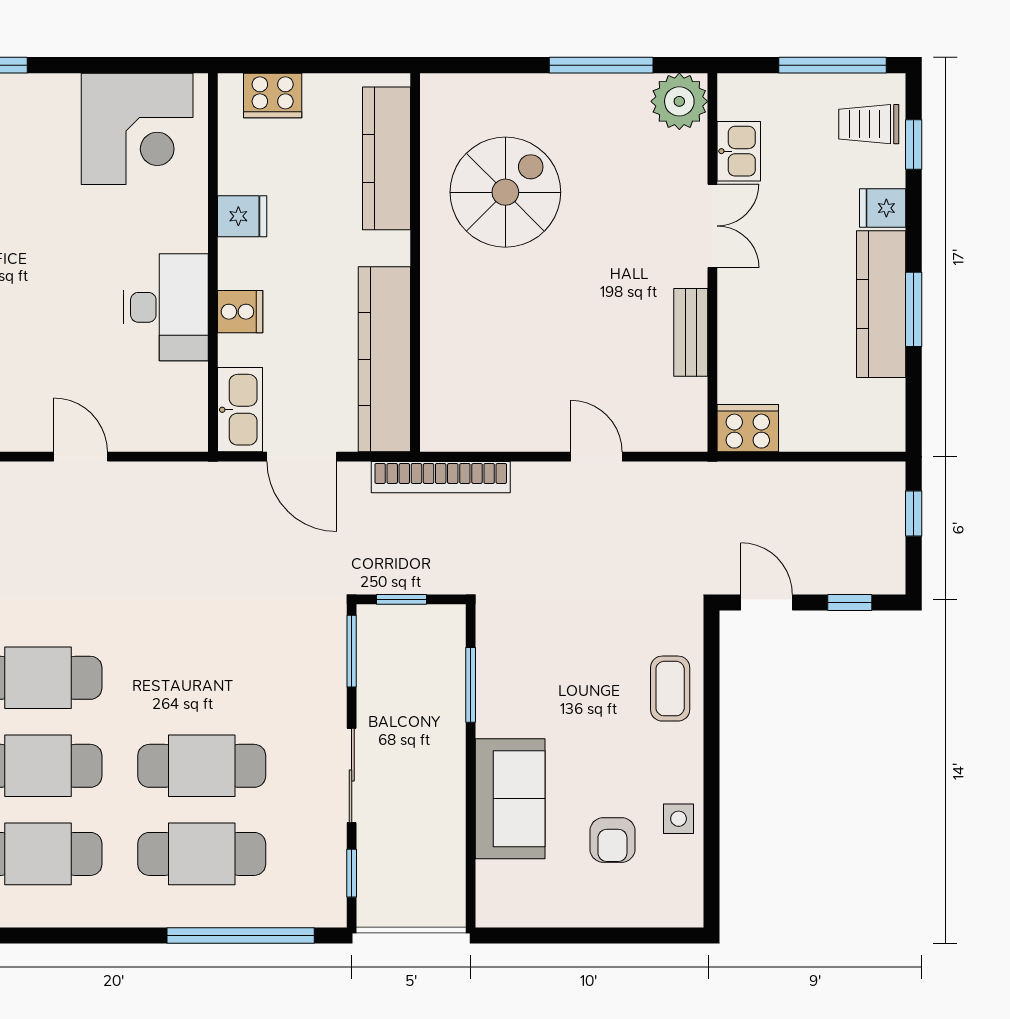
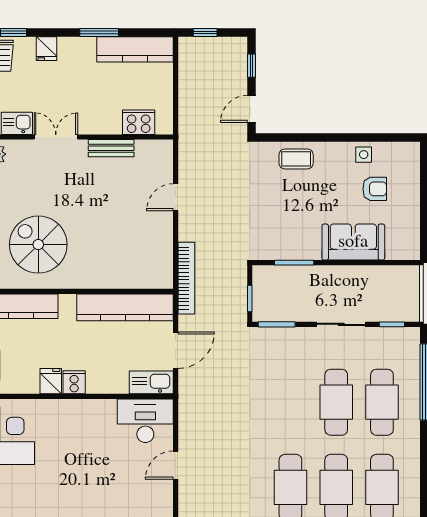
kitchen counter: (881, 304) -> (135, 49), moved
desk: (166, 307) -> (145, 421), moved
cooker: (240, 312) -> (74, 382), moved
cooker: (748, 428) -> (139, 122), moved, turned 90

